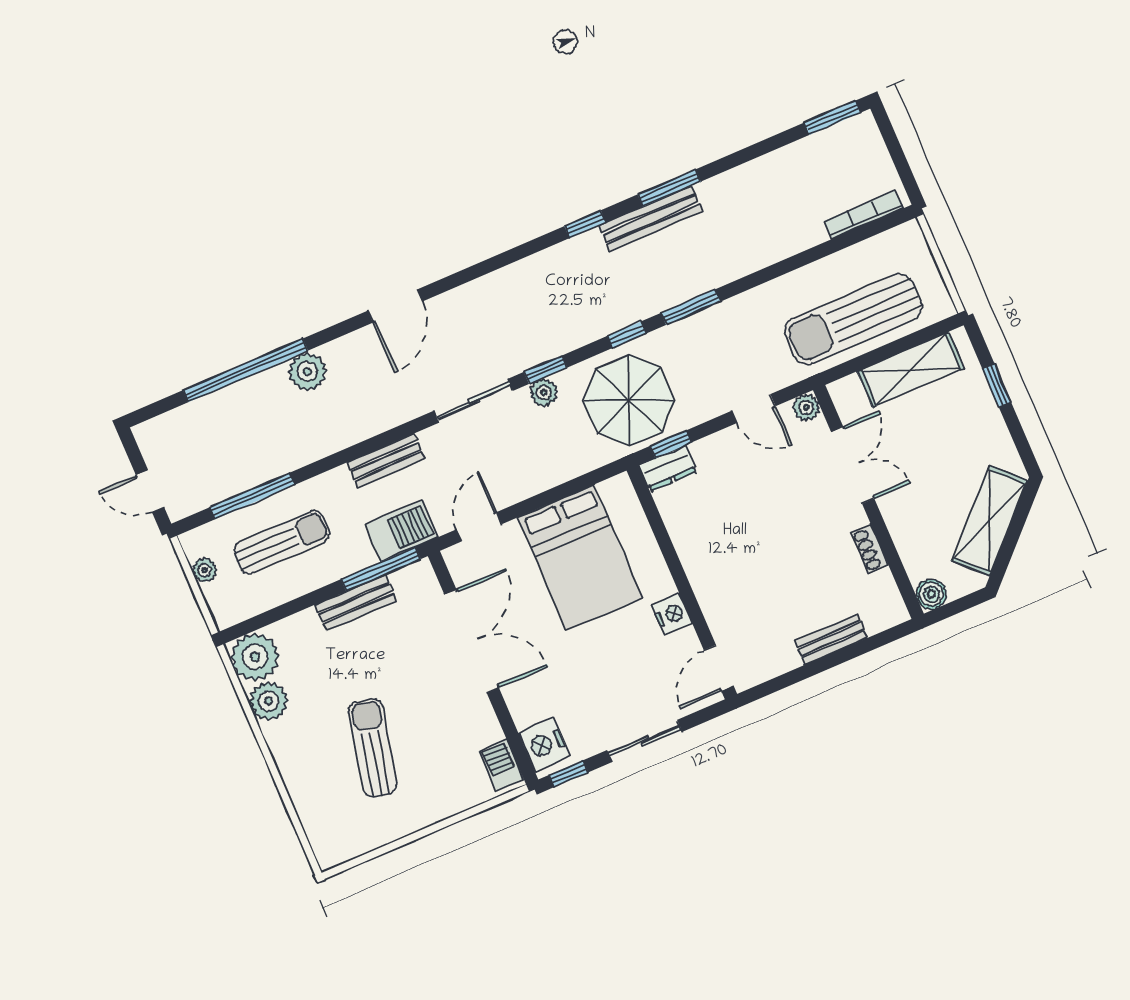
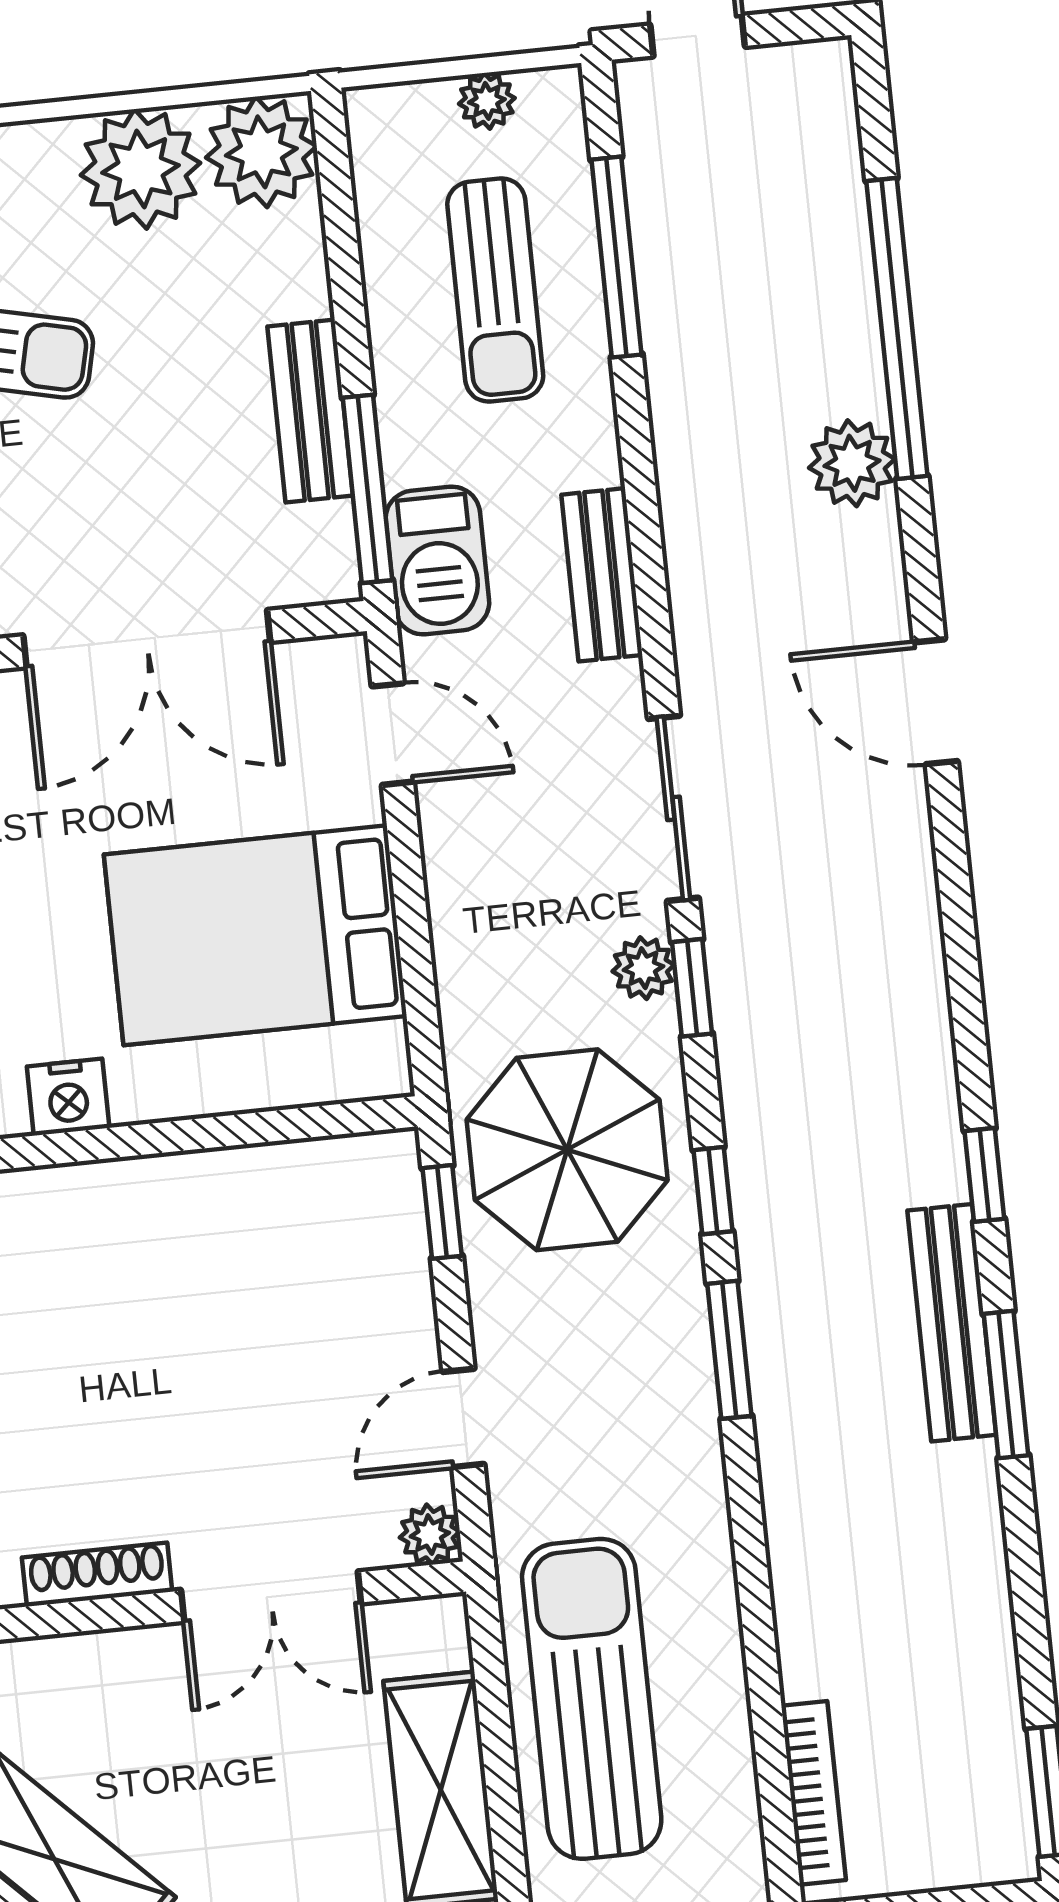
dresser: (668, 468) -> (391, 1189), removed
shoe rack: (870, 549) -> (97, 1574), width x1.43
plant: (268, 701) -> (140, 169), width x1.36, depth x1.36

